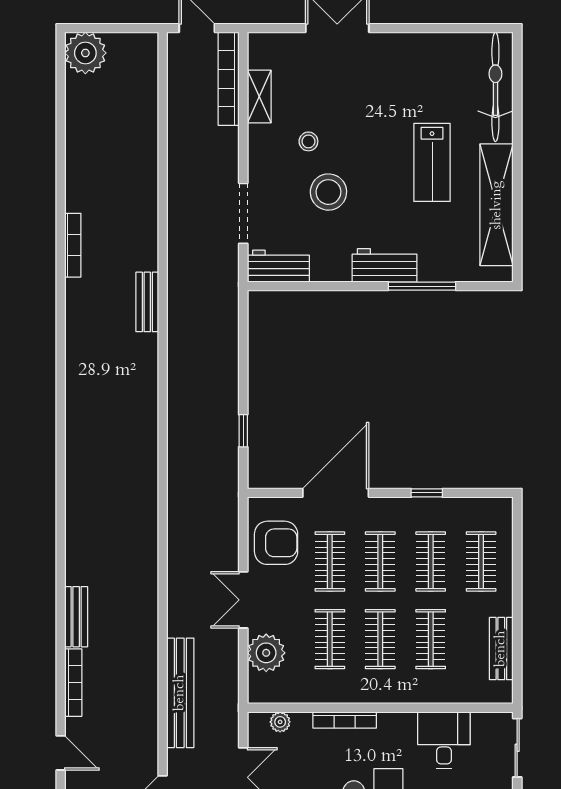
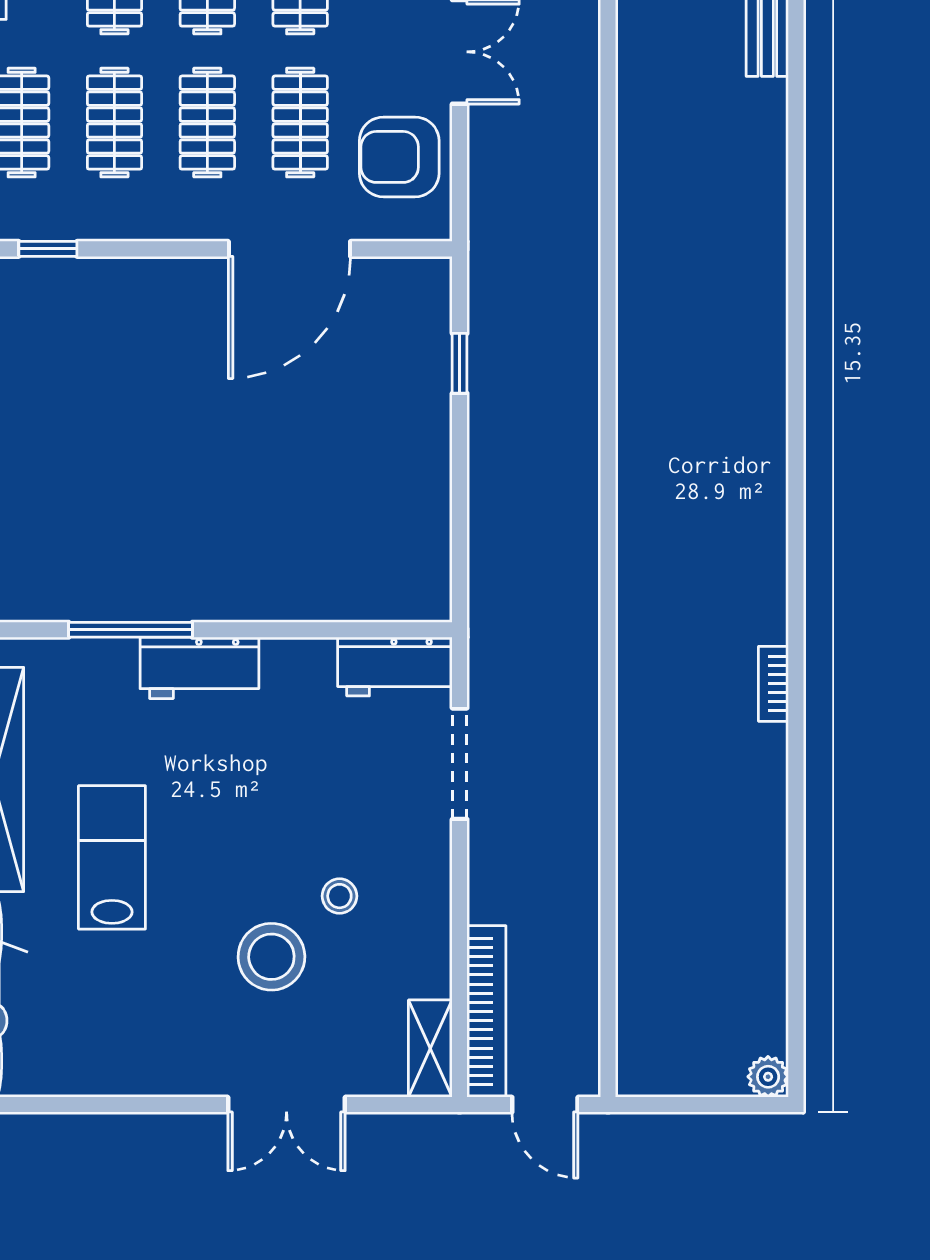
plant: (85, 53) -> (768, 1077), width x0.53, depth x0.53
shelving: (259, 97) -> (430, 1049), moved
stool: (328, 192) -> (271, 957), moved
bookcase: (73, 245) -> (773, 684), width x0.64
bench: (147, 302) -> (636, 600), removed
window: (427, 493) -> (48, 249), moved

